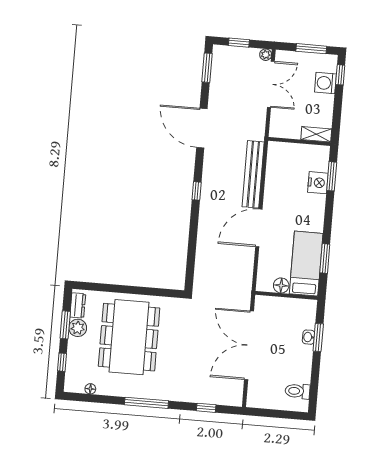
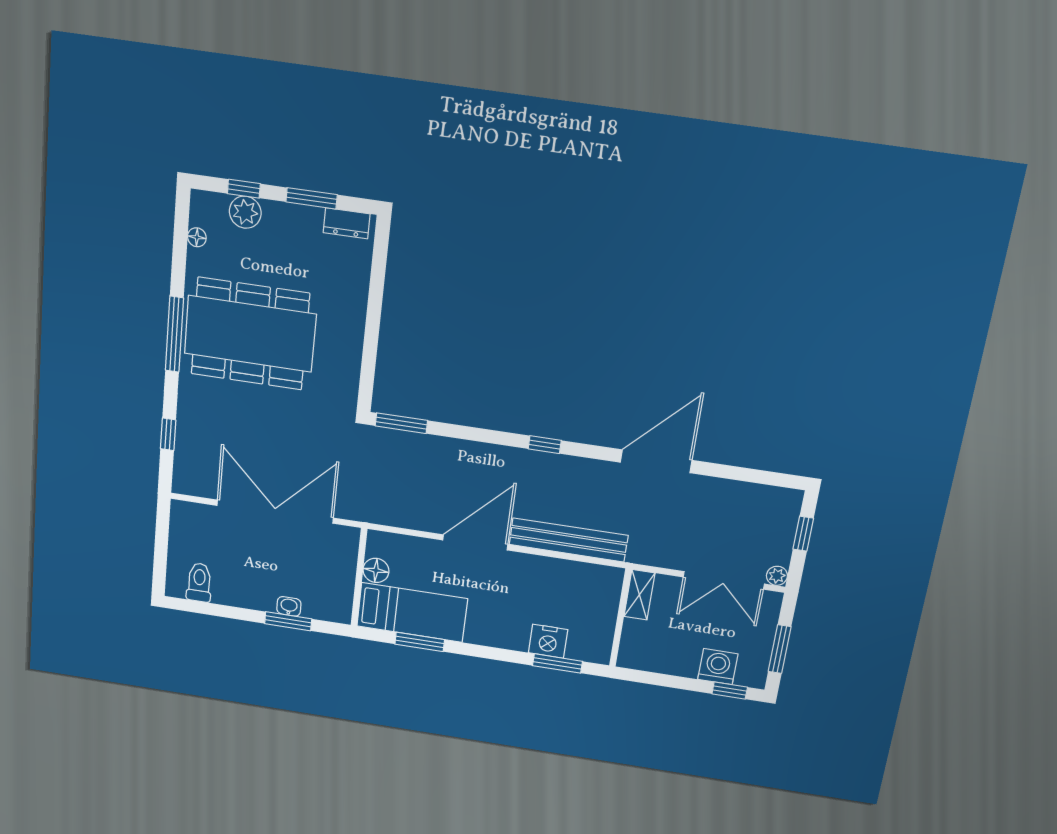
window: (207, 68) -> (401, 423), moved
shelving: (316, 134) -> (639, 595), moved
door: (259, 228) -> (475, 542), hinge flipped
plant: (78, 328) -> (245, 212), moved
dining table: (129, 337) -> (250, 334), moved

